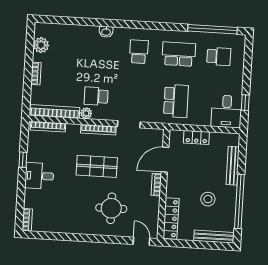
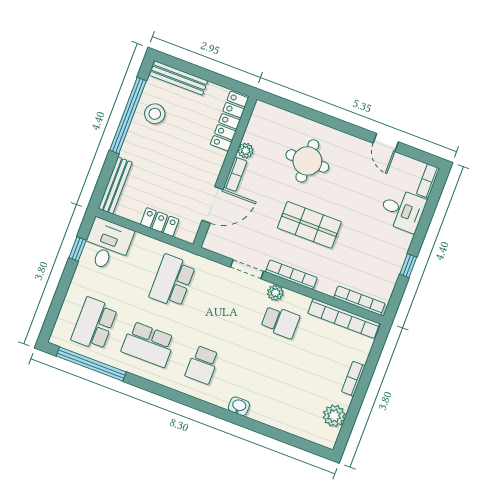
school desk: (219, 56) -> (94, 324), width x1.85
plant: (86, 113) -> (275, 293), moved
bench: (233, 166) -> (115, 185), moved
desk: (39, 176) -> (403, 210), moved
stool: (208, 199) -> (155, 114), moved
plant: (154, 202) -> (246, 151), added
door: (141, 241) -> (386, 143), moved

